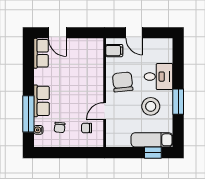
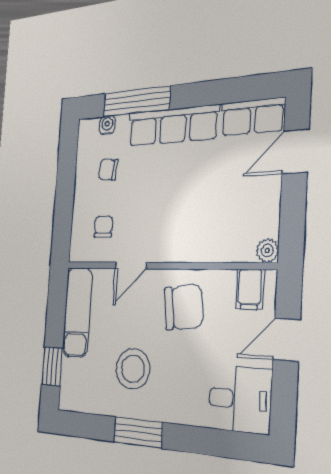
plant: (98, 43) -> (267, 251), added
desk: (159, 77) -> (240, 399), moved, turned -90
row of seats: (42, 101) -> (173, 126), width x1.48
door: (105, 111) -> (131, 265), swing flipped
exam couch: (152, 140) -> (77, 312), moved

